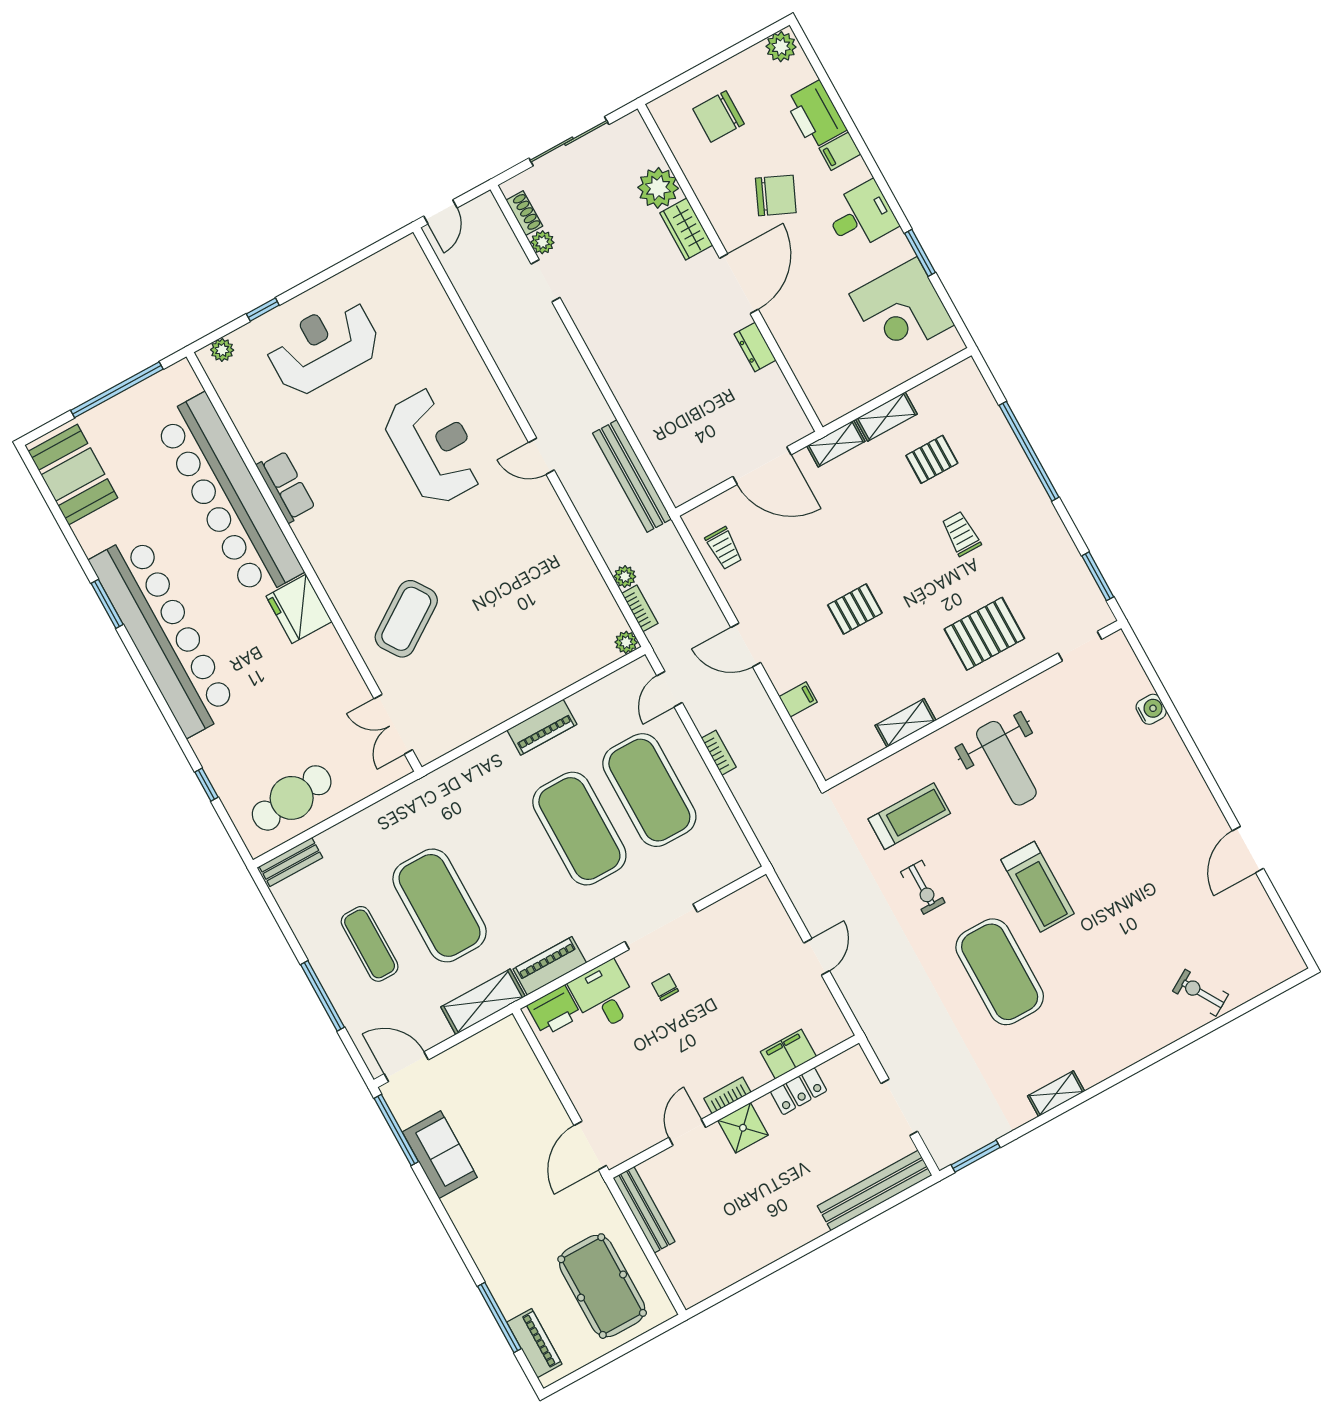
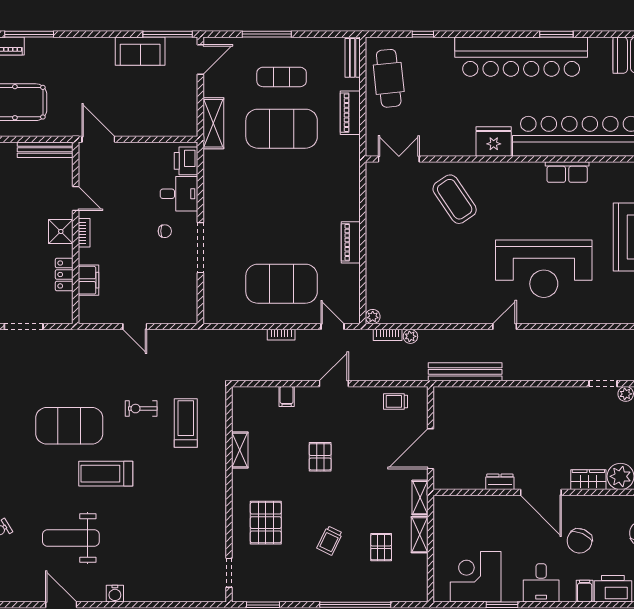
reception desk: (434, 446) -> (544, 269), width x1.36, depth x1.30
trolley: (961, 534) -> (330, 541), turned 116
water cooler: (1151, 709) -> (115, 594), moved
weight bench: (1006, 763) -> (71, 538), moved
treadmill: (909, 816) -> (186, 423), turned 180
exercise mat: (579, 829) -> (282, 232), removed
piano: (550, 966) -> (350, 113), moved, turned 180

